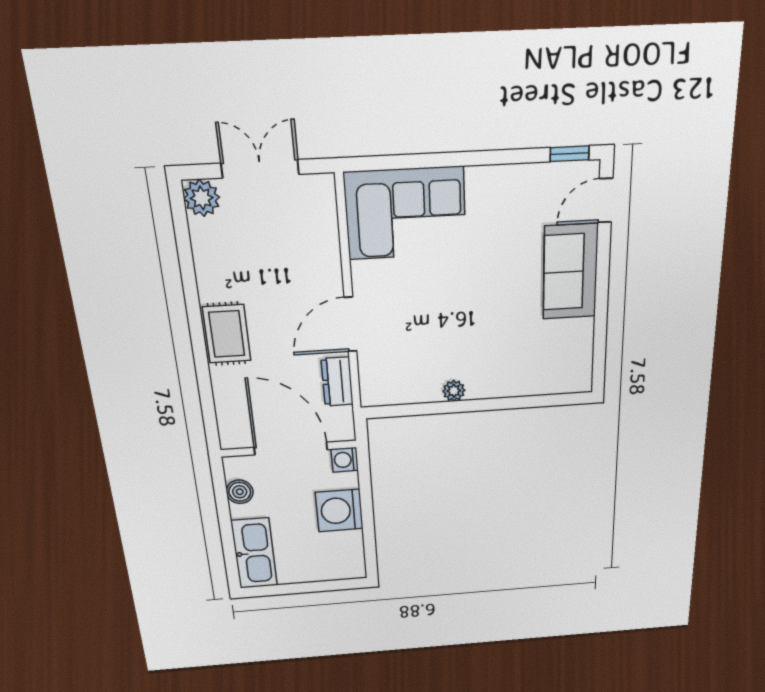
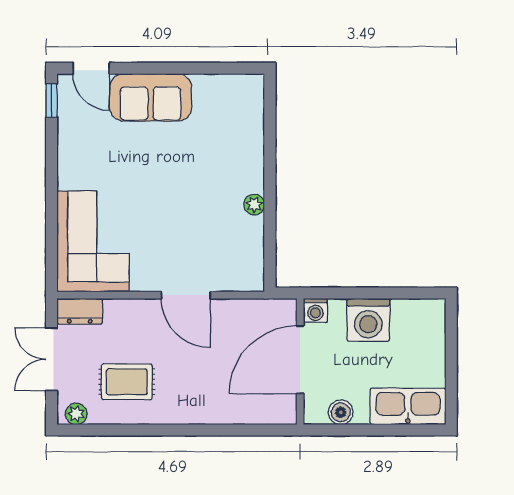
plant: (202, 198) -> (76, 414), width x0.73, depth x0.73
rug: (227, 334) -> (127, 382), moved
dresser: (337, 382) -> (80, 311), moved

